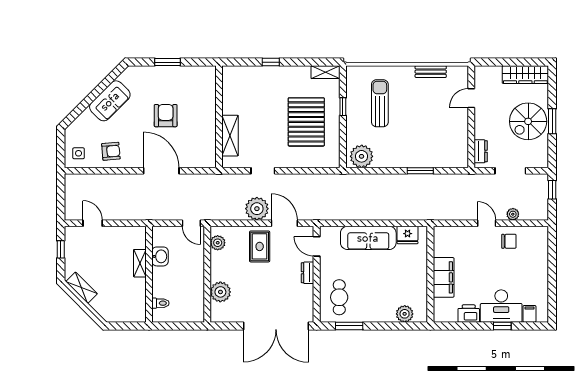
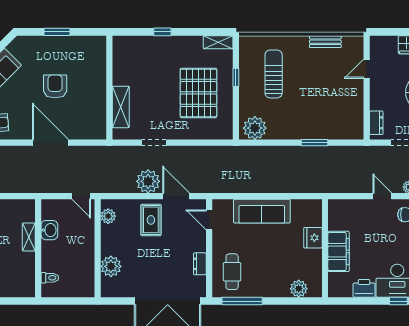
fridge: (408, 235) -> (313, 238), moved, turned 90
dresser: (308, 273) -> (200, 264), moved
window: (349, 326) -> (242, 301), width x1.44

